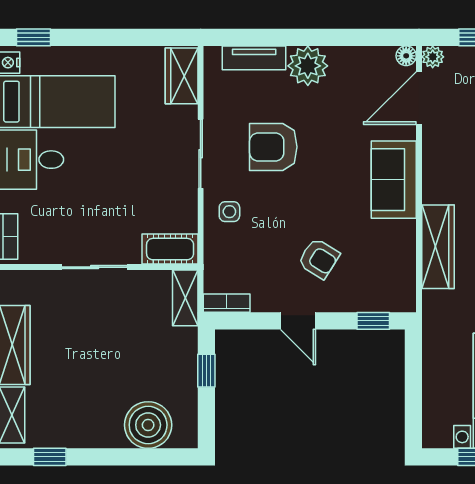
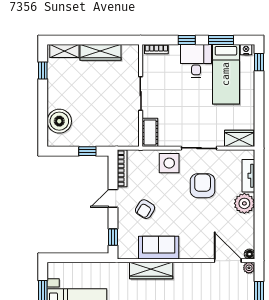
sofa: (394, 180) -> (159, 248), moved
side table: (229, 212) -> (169, 163), width x1.87, depth x1.87
shelving: (185, 298) -> (125, 140), removed
bookcase: (227, 303) -> (122, 168), width x1.56

